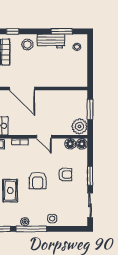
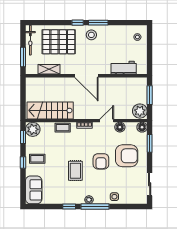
window: (62, 31) -> (98, 23), moved
workbench: (51, 41) -> (124, 68), moved, turned 180
door: (44, 137) -> (107, 121), swing flipped
floor lamp: (70, 144) -> (120, 127), moved
armchair: (65, 175) -> (127, 156), width x1.88, depth x1.88
window: (90, 176) -> (150, 143), moved

